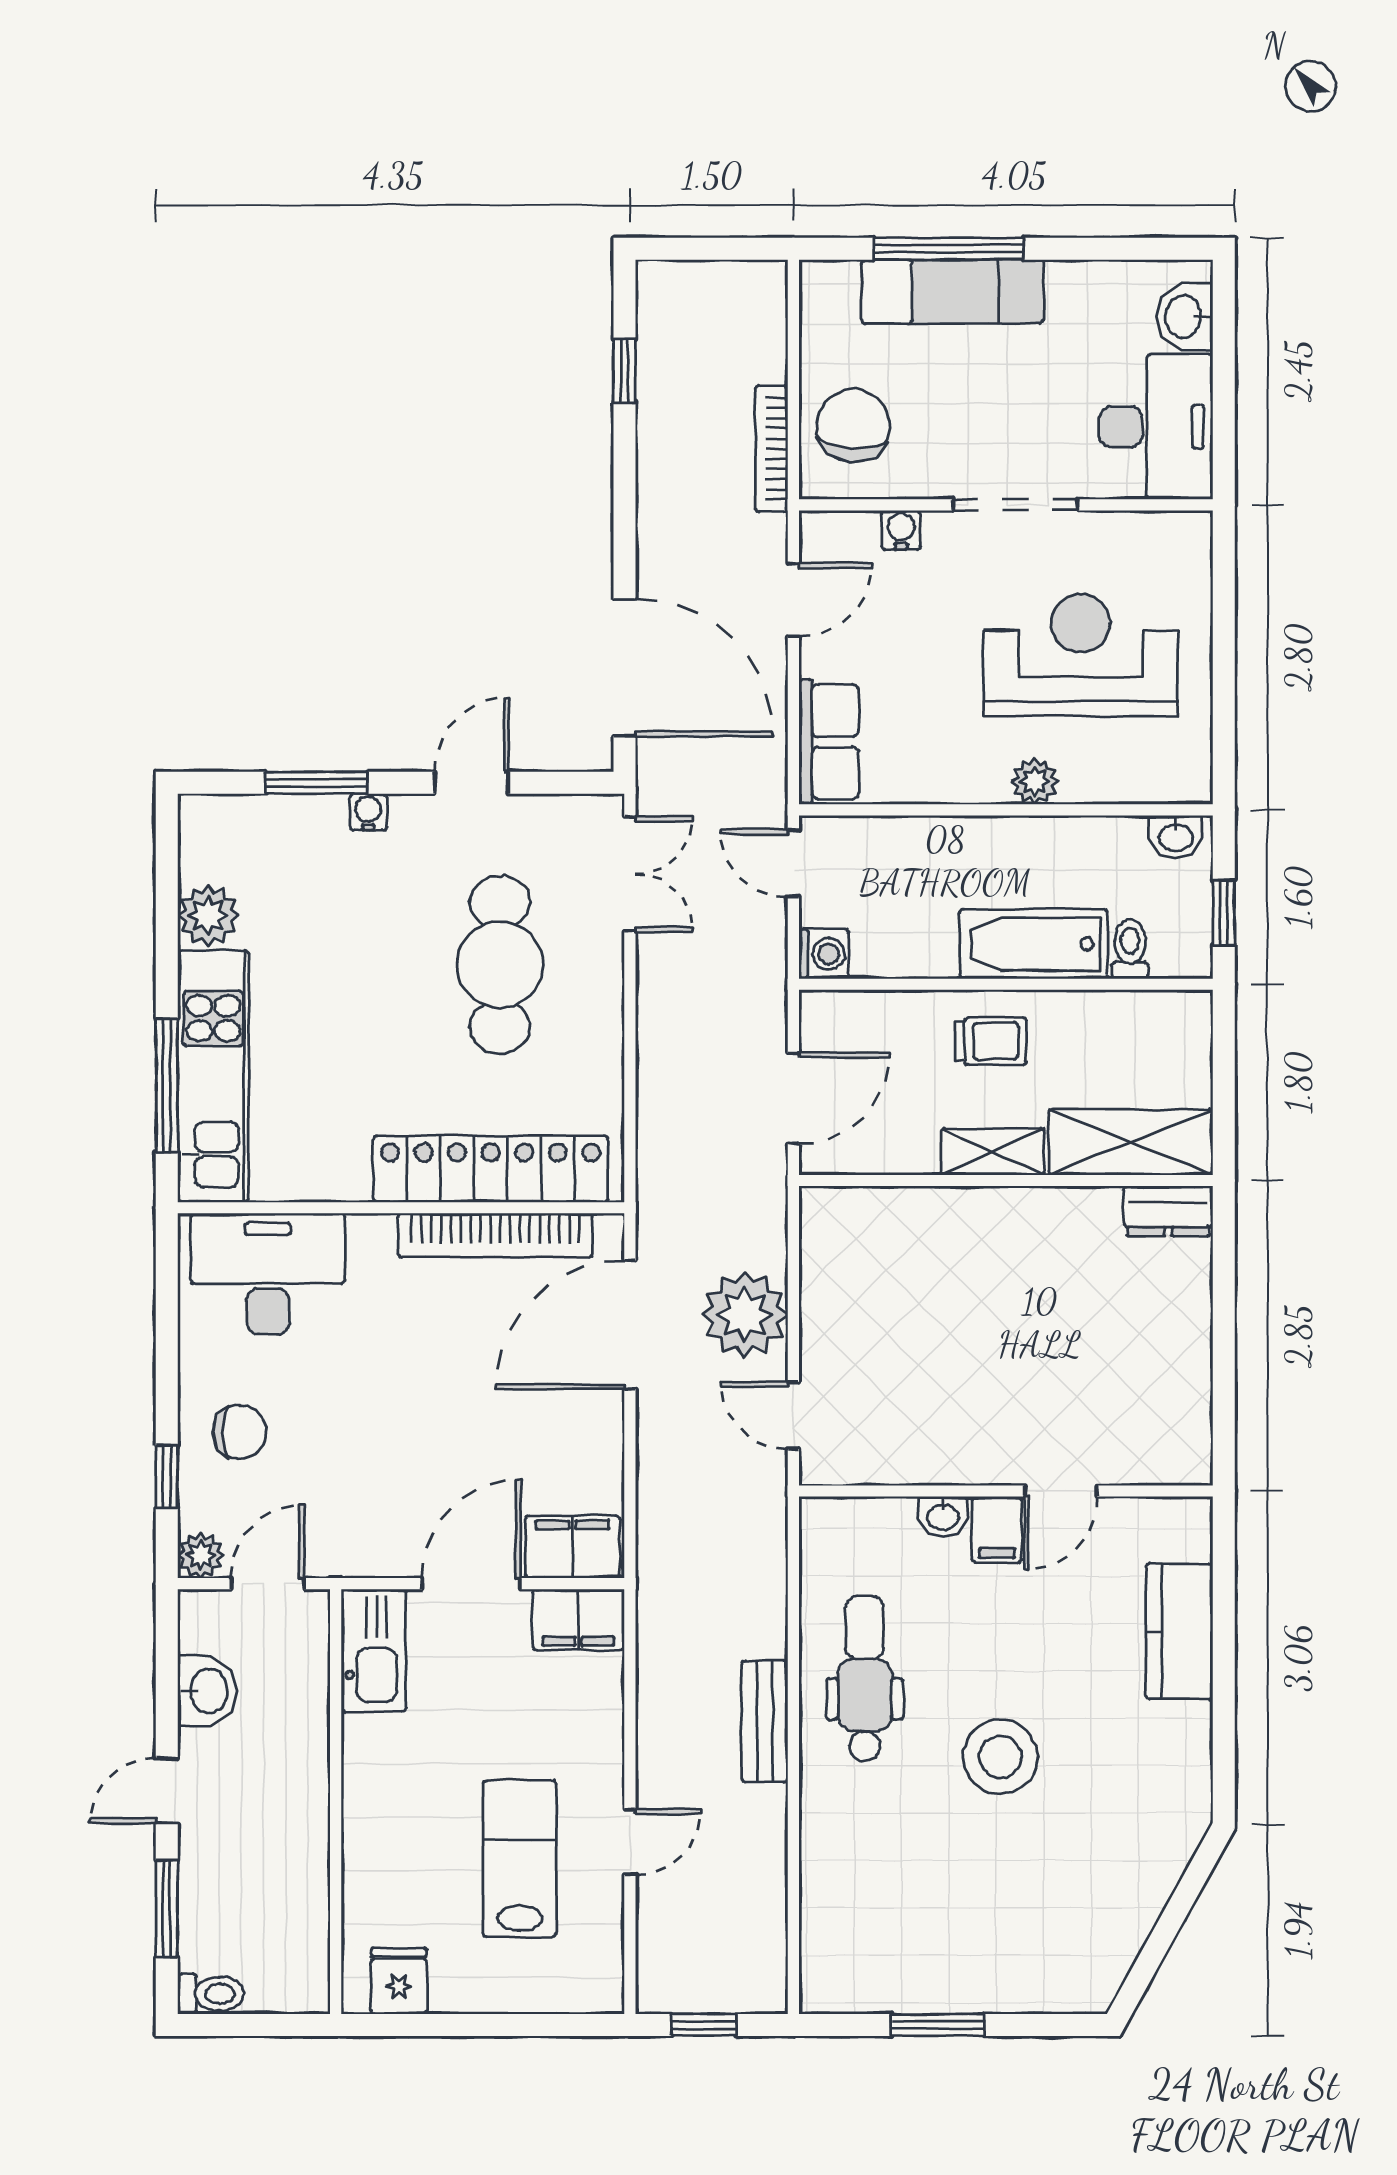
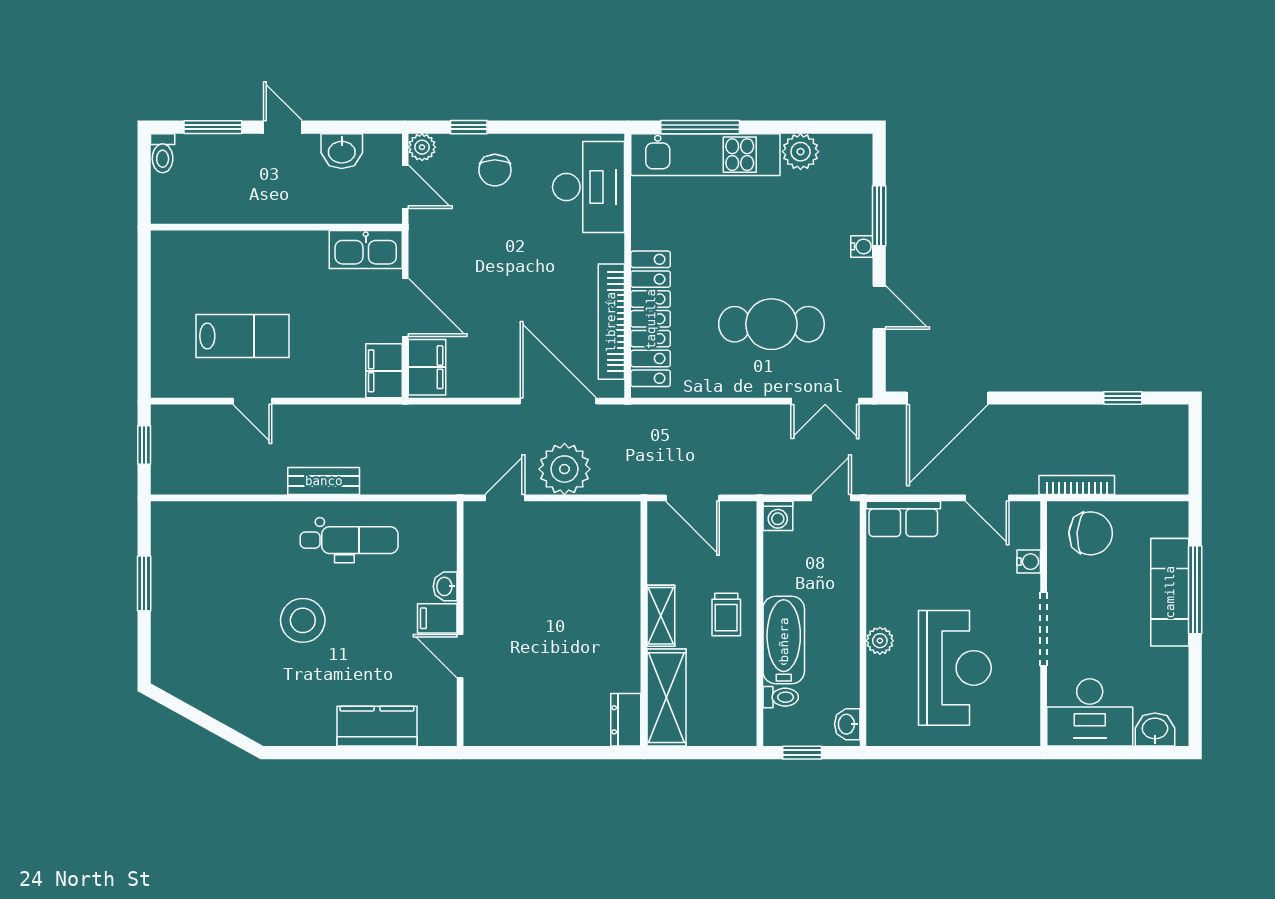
fridge: (399, 1981) -> (170, 264), removed

